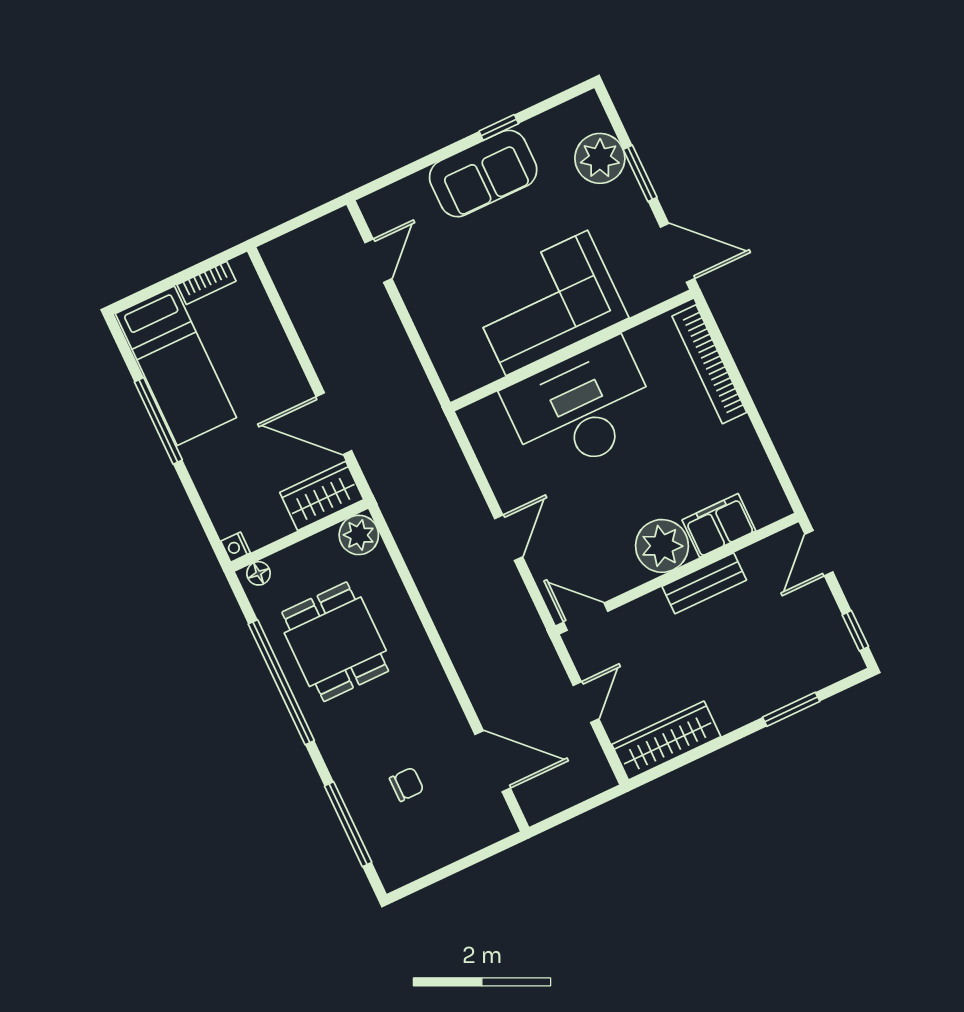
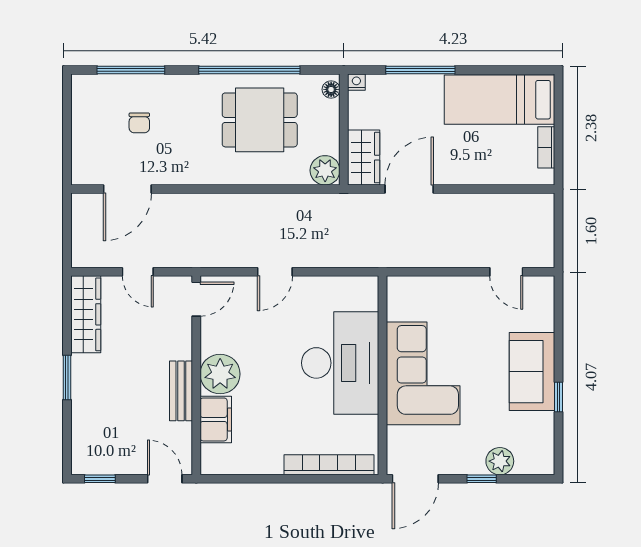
plant: (600, 158) -> (500, 461), width x0.73, depth x0.73
window: (640, 173) -> (482, 479), width x0.67
window: (158, 421) -> (420, 70), moved
door: (509, 538) -> (275, 272), hinge flipped
window: (791, 709) -> (67, 377), moved

